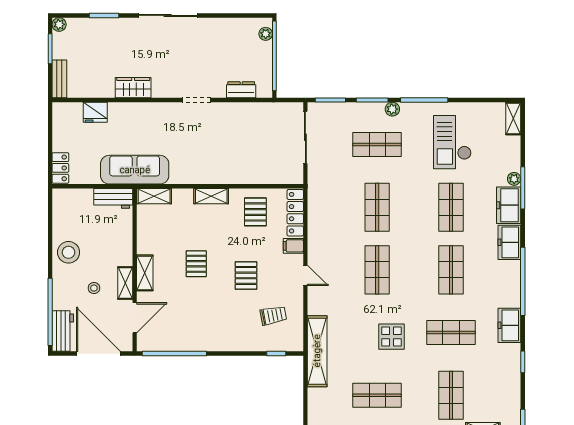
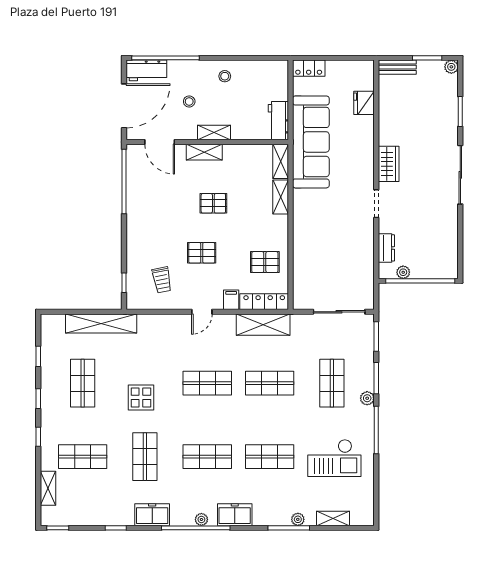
plant: (266, 34) -> (403, 272), moved
wardrobe: (133, 88) -> (389, 164), moved
shelving: (513, 119) -> (333, 518), moved
checkout: (452, 142) -> (334, 458), turned 180
sofa: (135, 170) -> (311, 142), width x1.36, depth x1.27
shelving: (211, 196) -> (281, 197), moved
freezer: (509, 205) -> (272, 514), removed
shelving: (318, 214) -> (263, 325), added
stool: (69, 252) -> (225, 76), width x0.53, depth x0.53
plant: (514, 276) -> (201, 519), added
shelving: (125, 283) -> (214, 133), moved
shelving: (317, 351) -> (101, 324), moved

